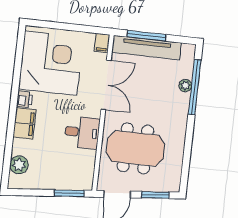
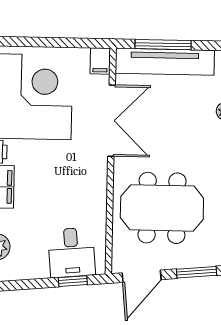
desk: (82, 132) -> (72, 253), moved, turned 85
window: (69, 193) -> (73, 281), width x0.67

